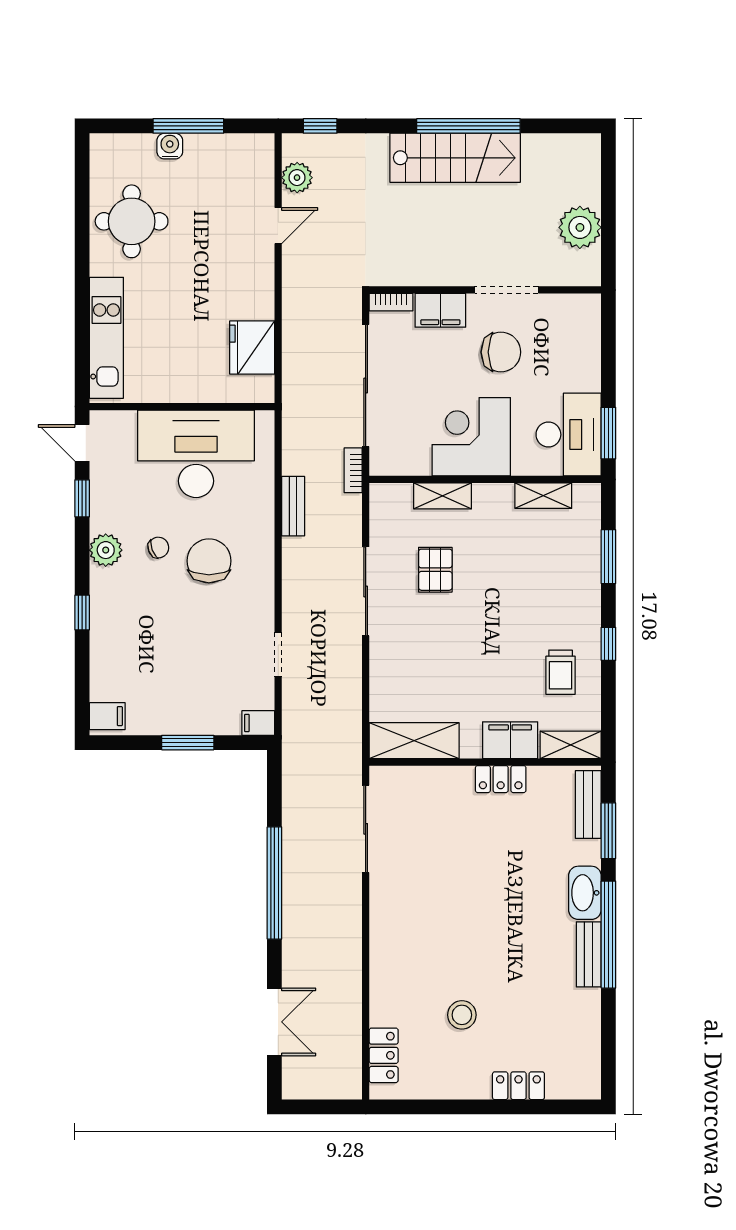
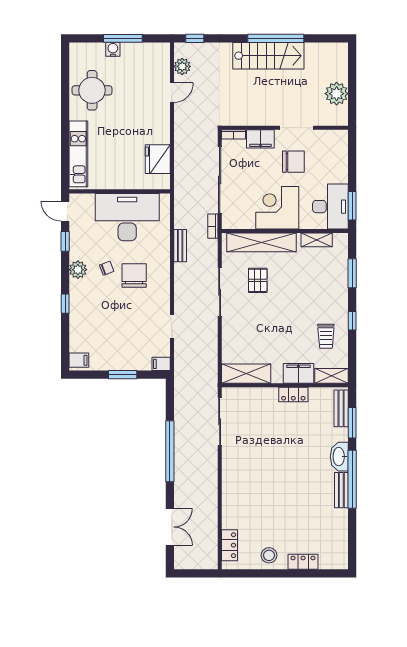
shelving: (443, 496) -> (262, 242), width x2.20, depth x1.33
stool: (462, 1015) -> (269, 555), moved

